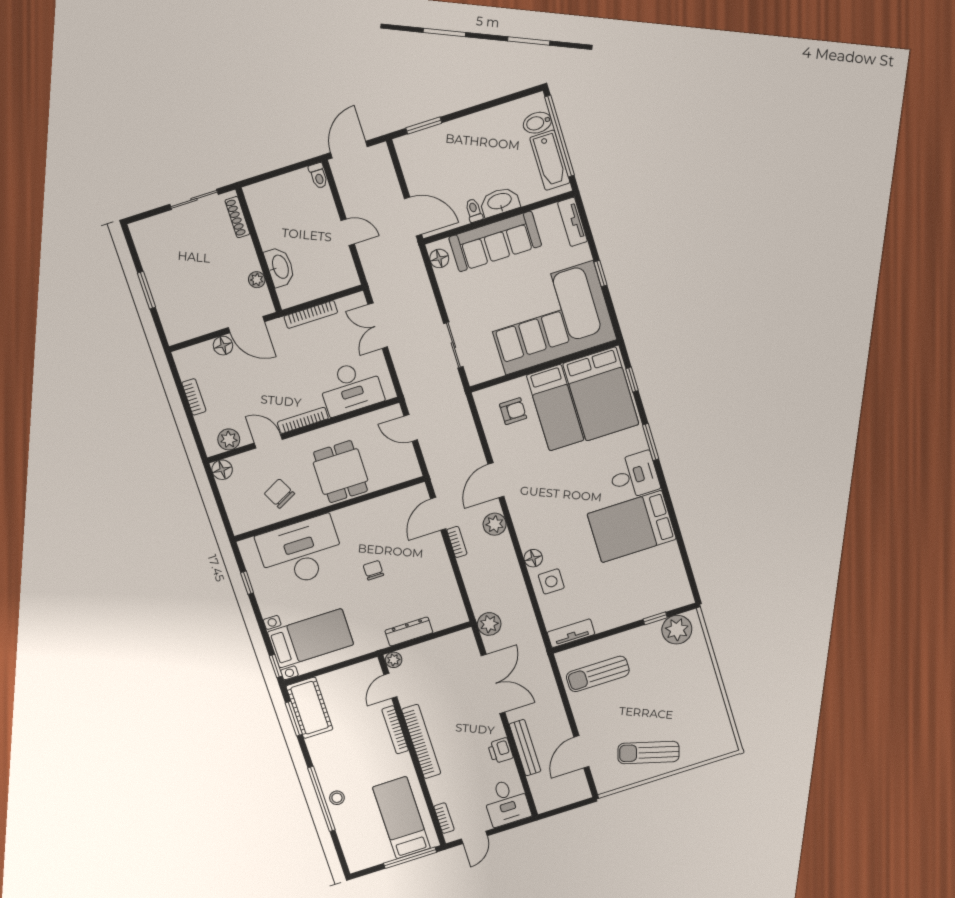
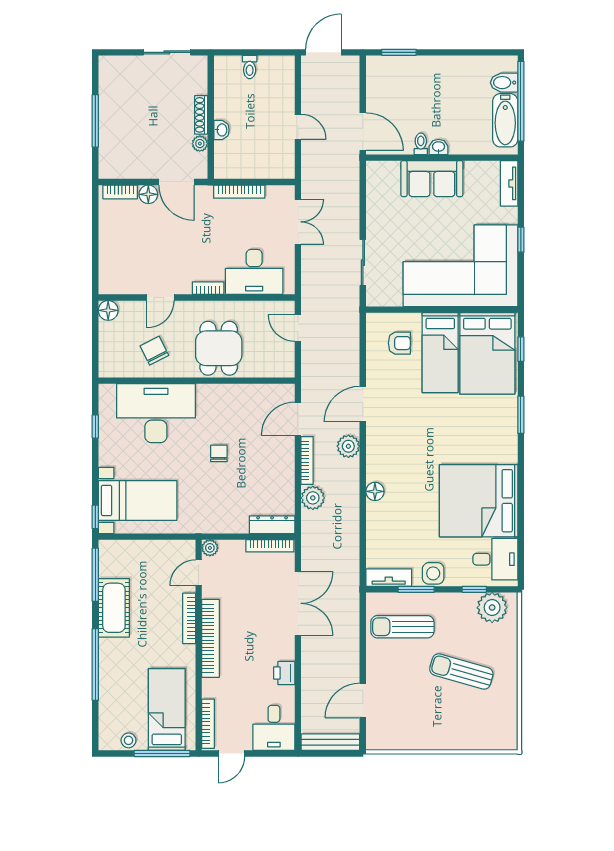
toilet: (318, 176) -> (250, 67), moved
washbasin: (500, 202) -> (439, 147), width x0.52, depth x0.69
shoe rack: (237, 217) -> (201, 115), moved
sofa: (495, 241) -> (432, 179), width x0.73
floor lamp: (439, 258) -> (375, 178), removed
washbasin: (280, 267) -> (222, 130), width x0.52, depth x0.69
window: (147, 290) -> (95, 121), width x1.44
double door: (378, 326) -> (298, 222), swing flipped
bookcase: (194, 397) -> (120, 192), moved, turned 90
bookcase: (303, 420) -> (208, 288), width x0.64
plant: (229, 439) -> (124, 284), removed
door: (268, 441) -> (160, 298), swing flipped
desk: (634, 476) -> (495, 559), moved
bed: (632, 526) -> (479, 501), width x1.36
bookcase: (457, 542) -> (307, 460), width x1.56
side table: (551, 581) -> (433, 573), moved
plant: (489, 624) -> (313, 498), moved
dresser: (409, 632) -> (272, 525), moved
window: (600, 636) -> (416, 589), added
bookcase: (450, 640) -> (270, 546), added
cot: (310, 708) -> (114, 608), moved
window: (294, 719) -> (95, 575), width x1.44
bench: (525, 748) -> (330, 742), moved, turned 90
sun lounger: (649, 753) -> (461, 671), moved
stool: (337, 798) -> (128, 740), moved
bookcase: (444, 818) -> (208, 724), width x1.56

